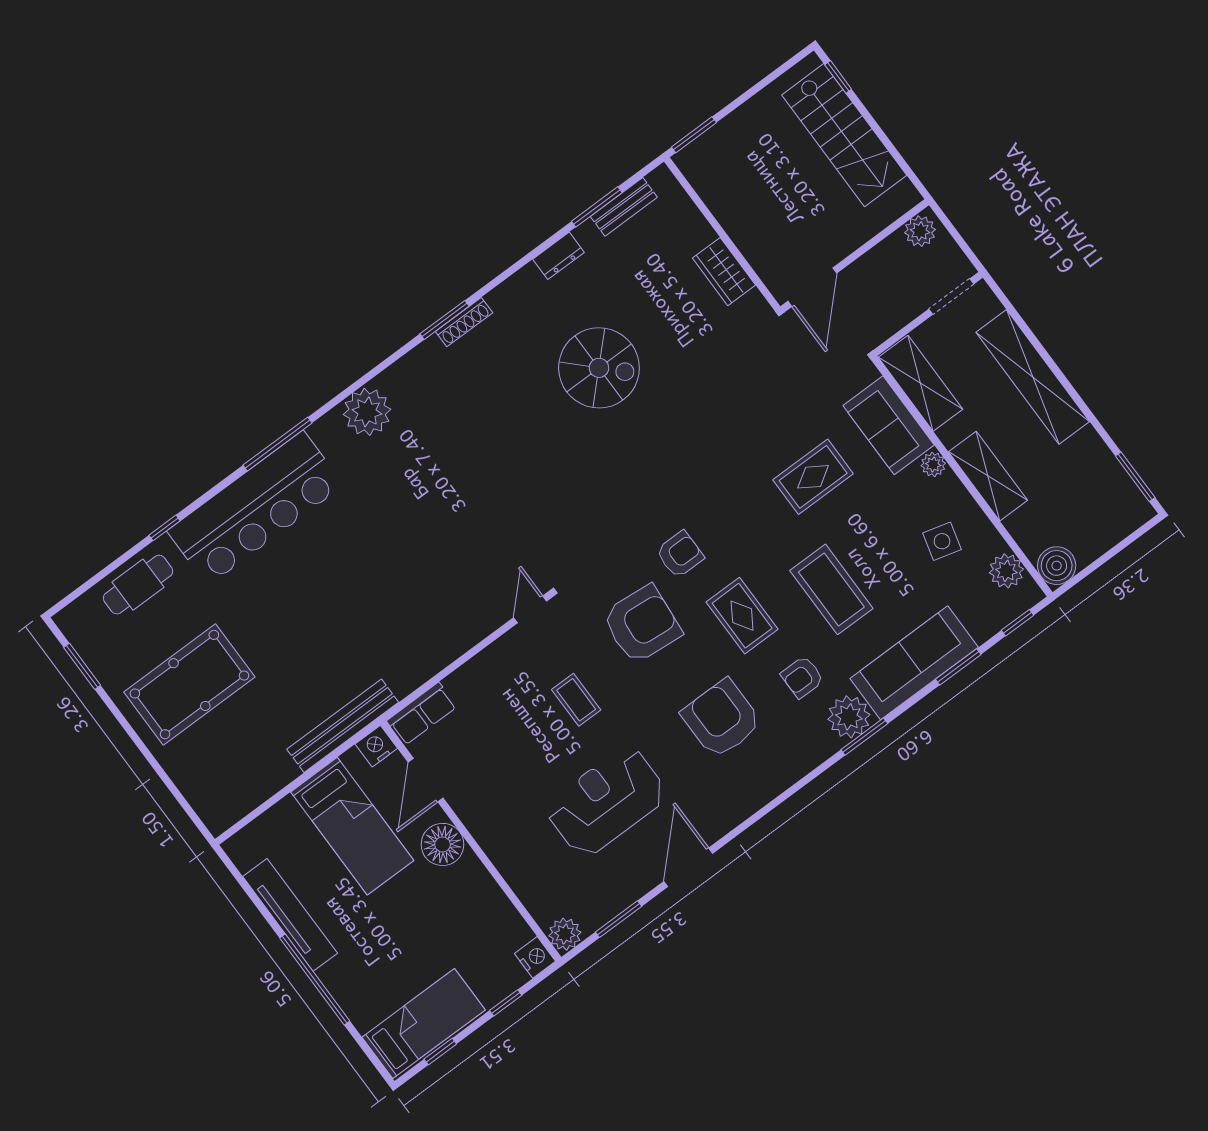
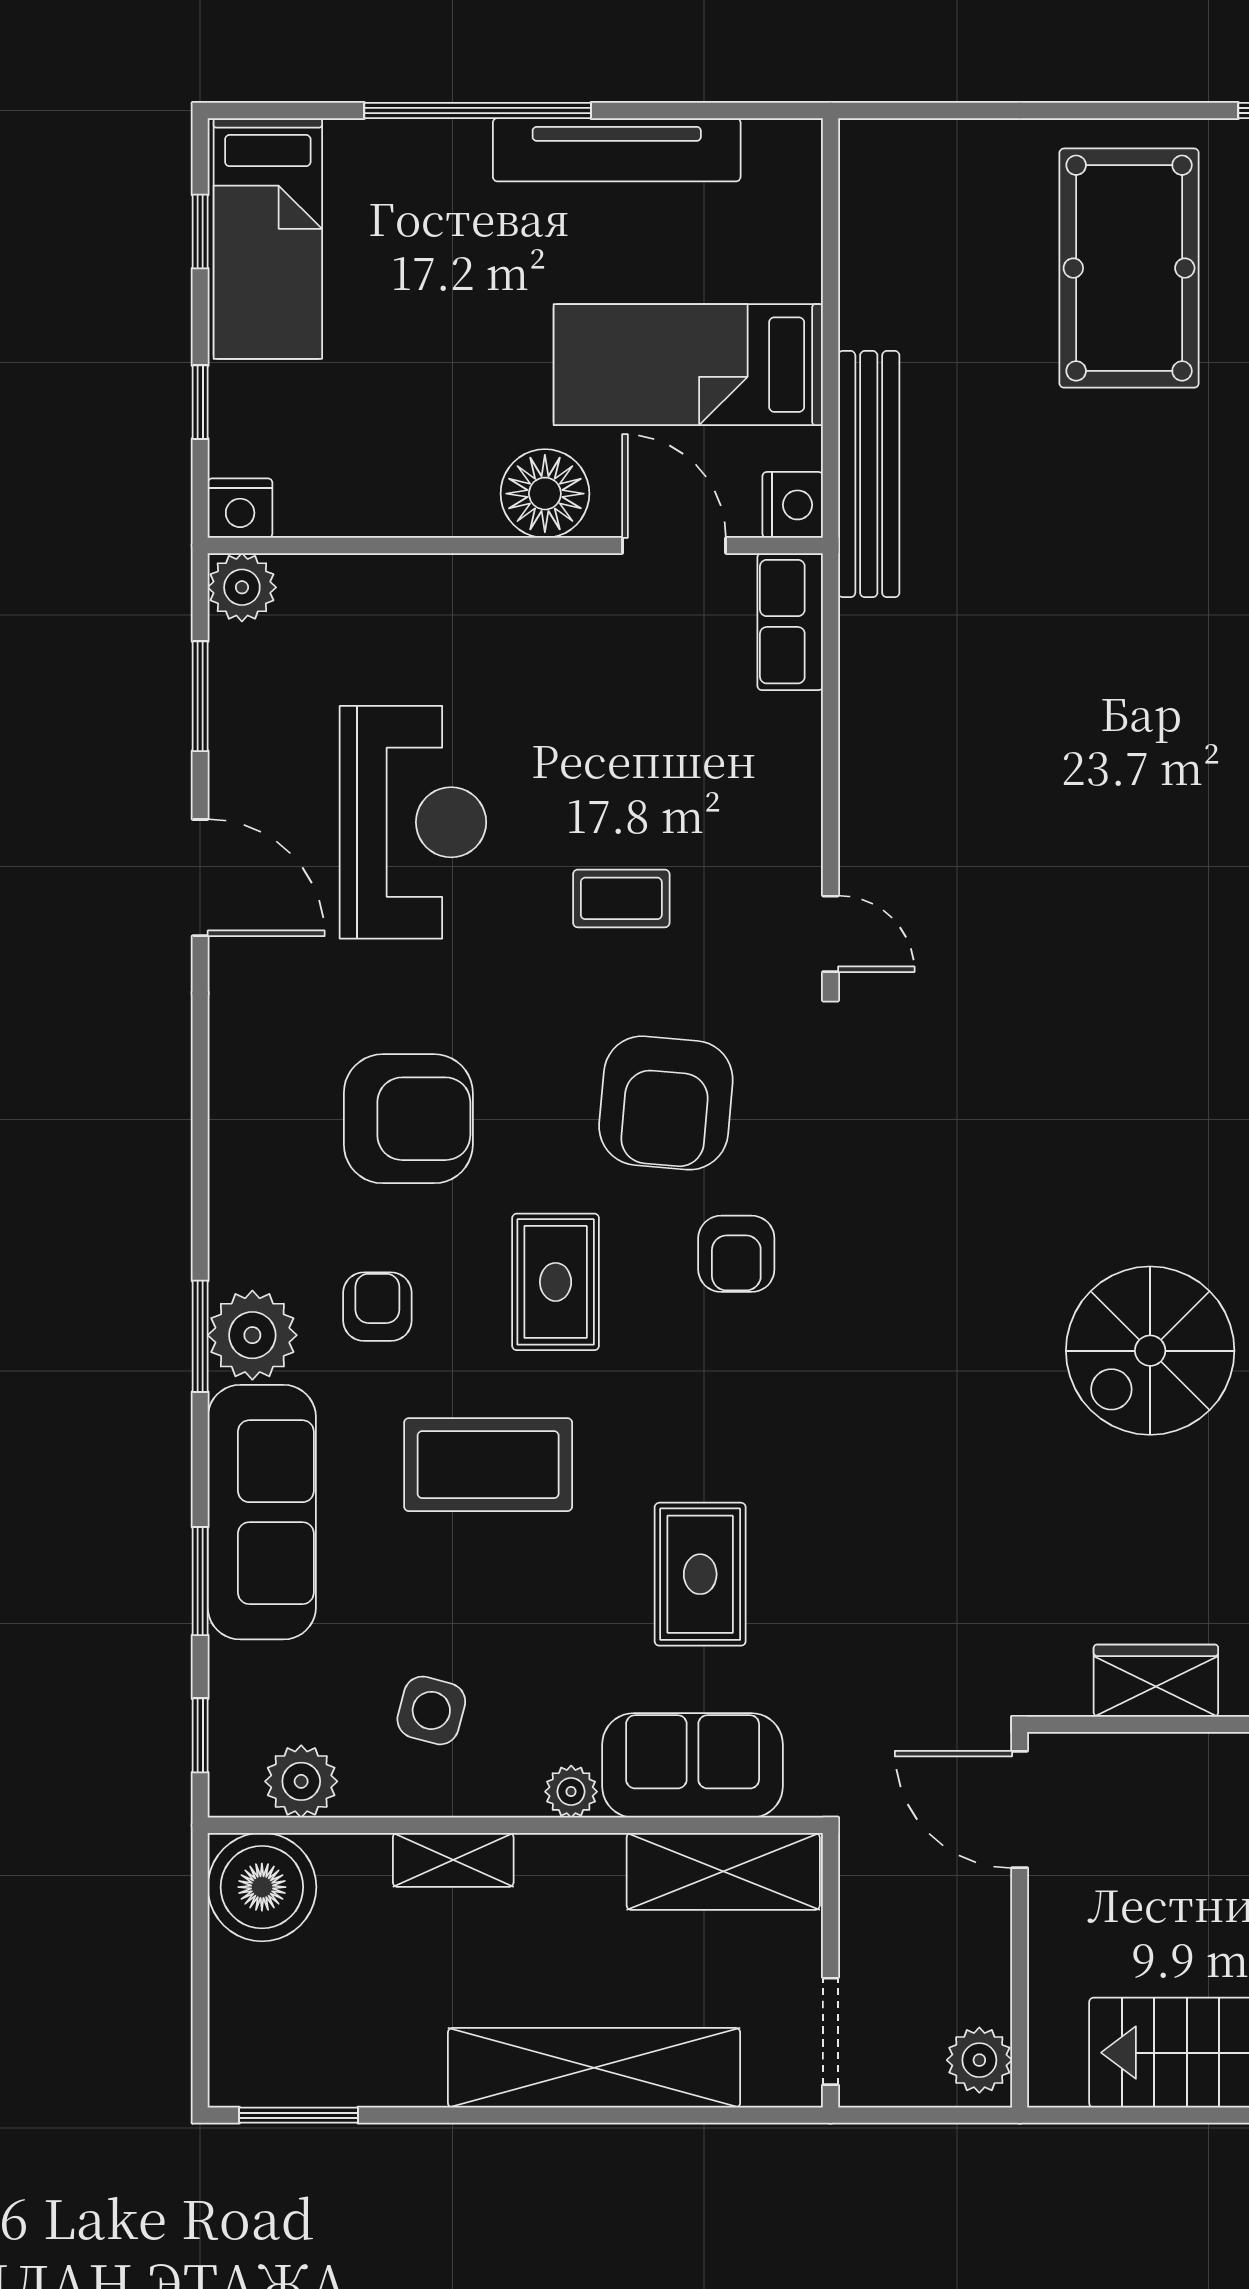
shelving: (988, 476) -> (453, 1860), width x0.67, depth x0.75
boiler: (1057, 566) -> (262, 1887), width x1.37, depth x1.37
rug: (742, 616) -> (556, 1282), turned 90

